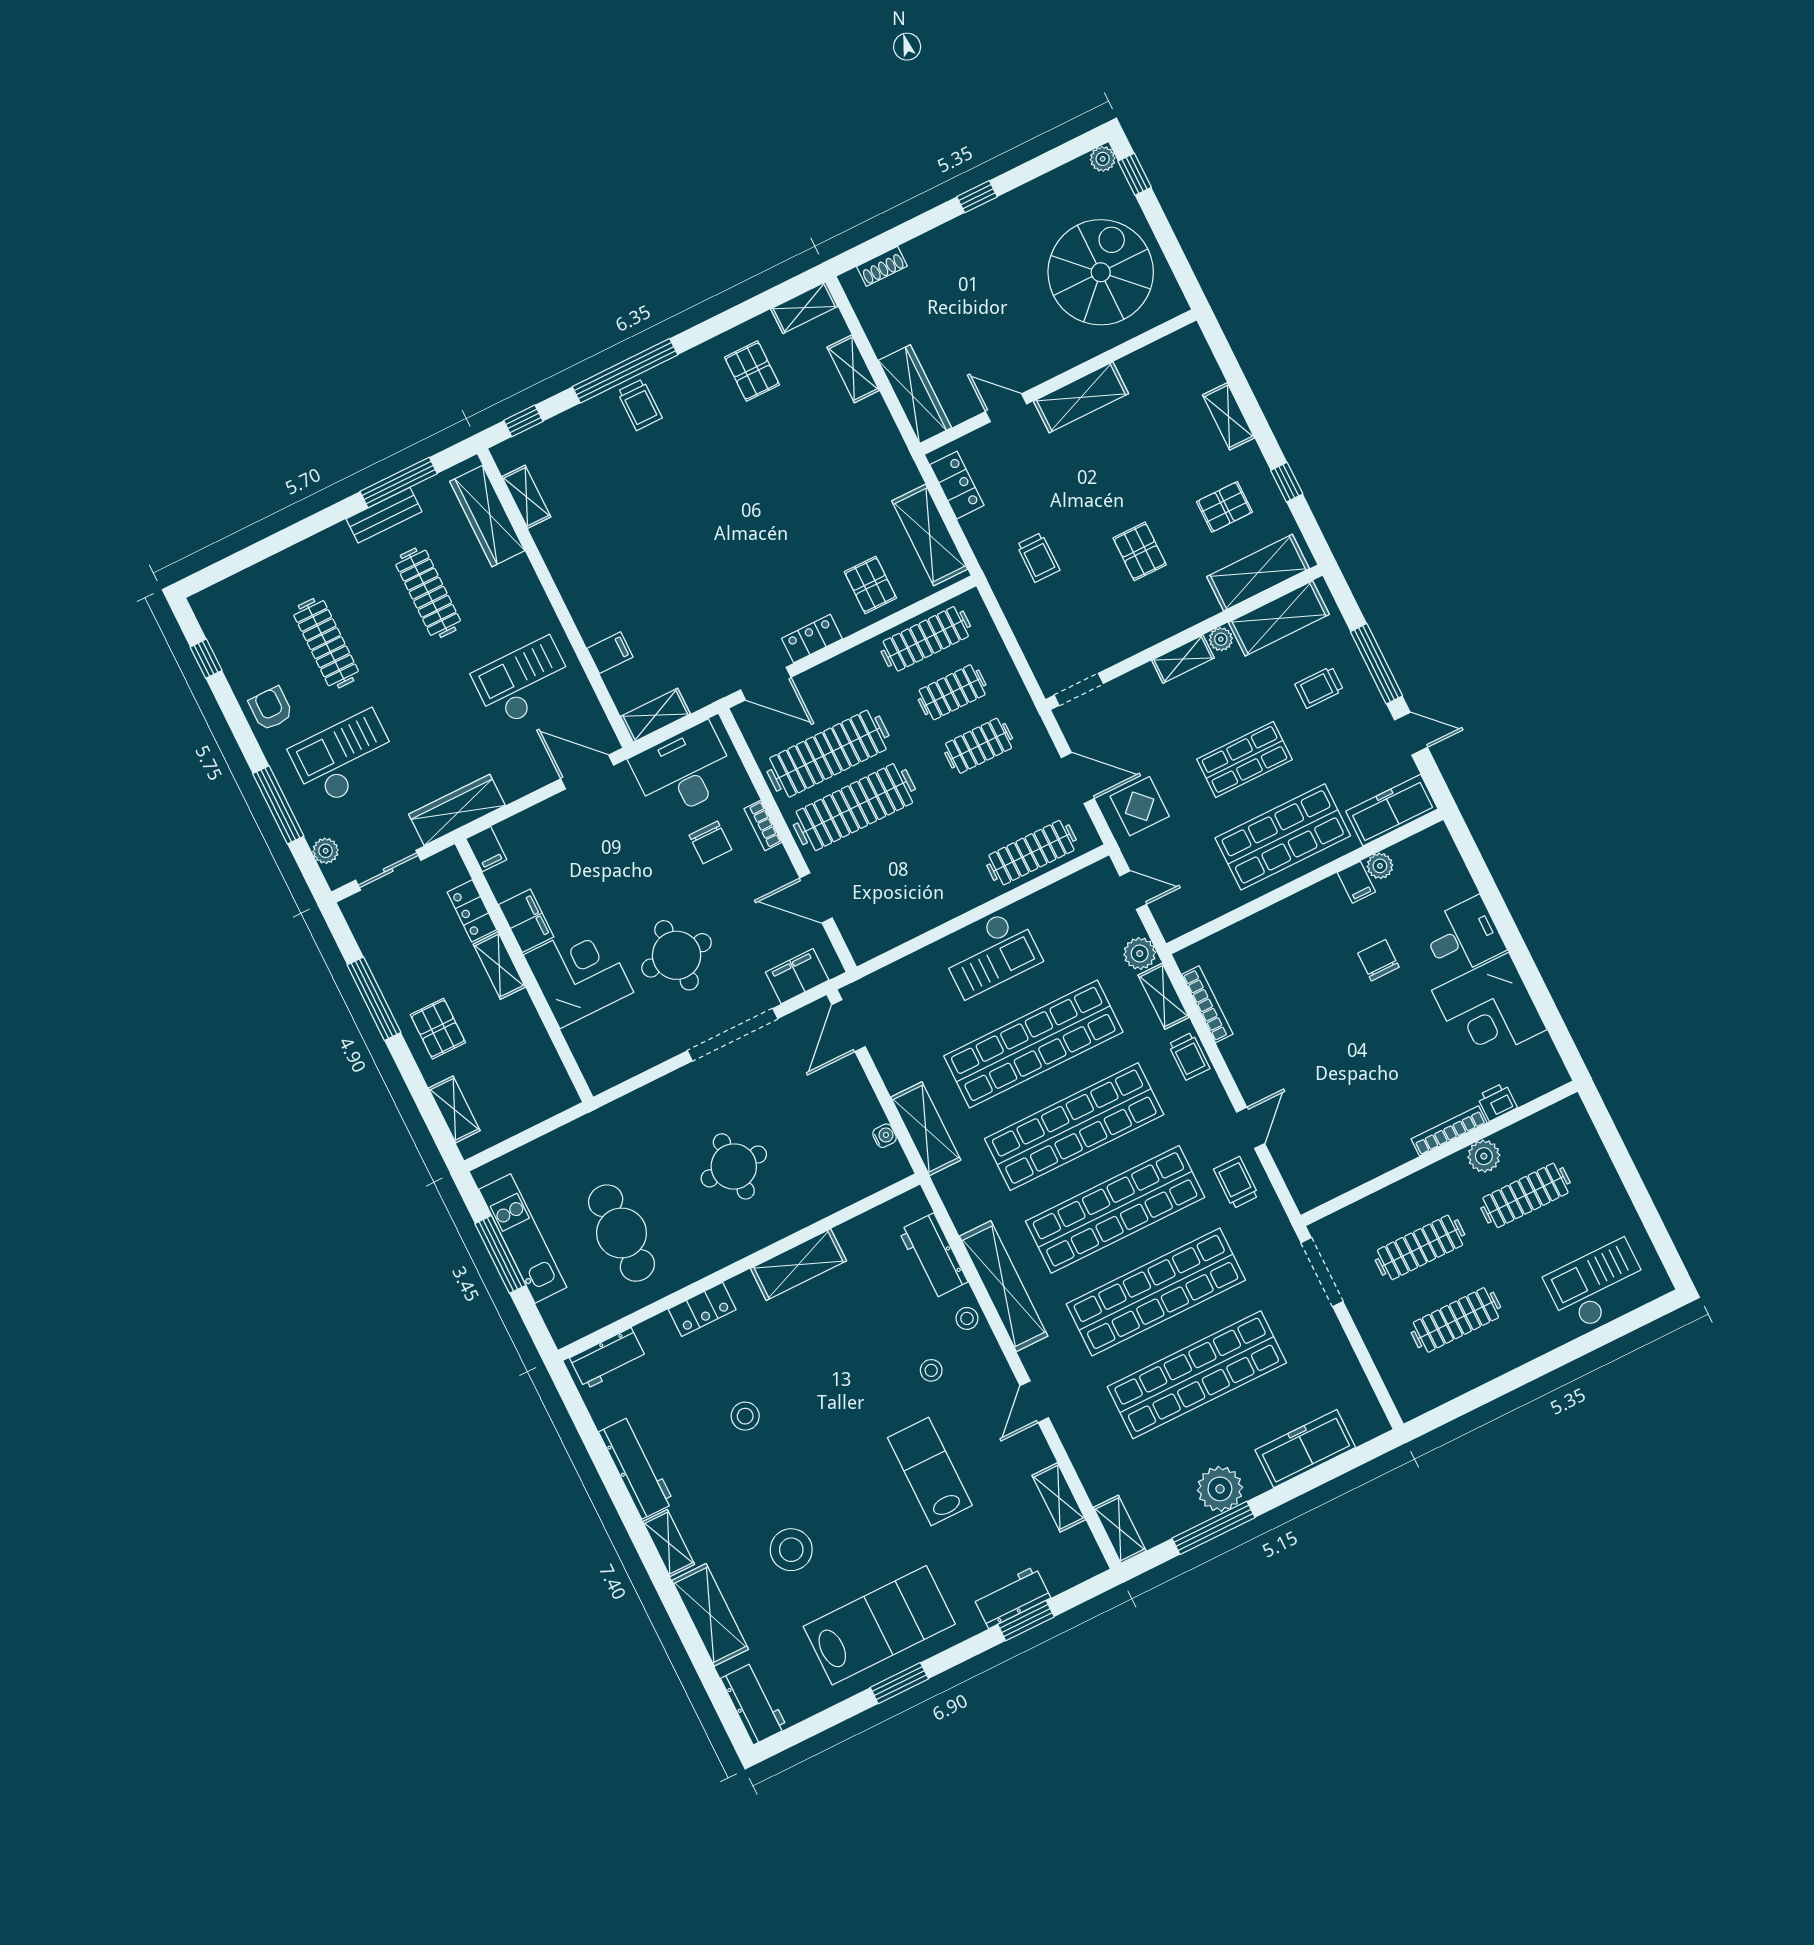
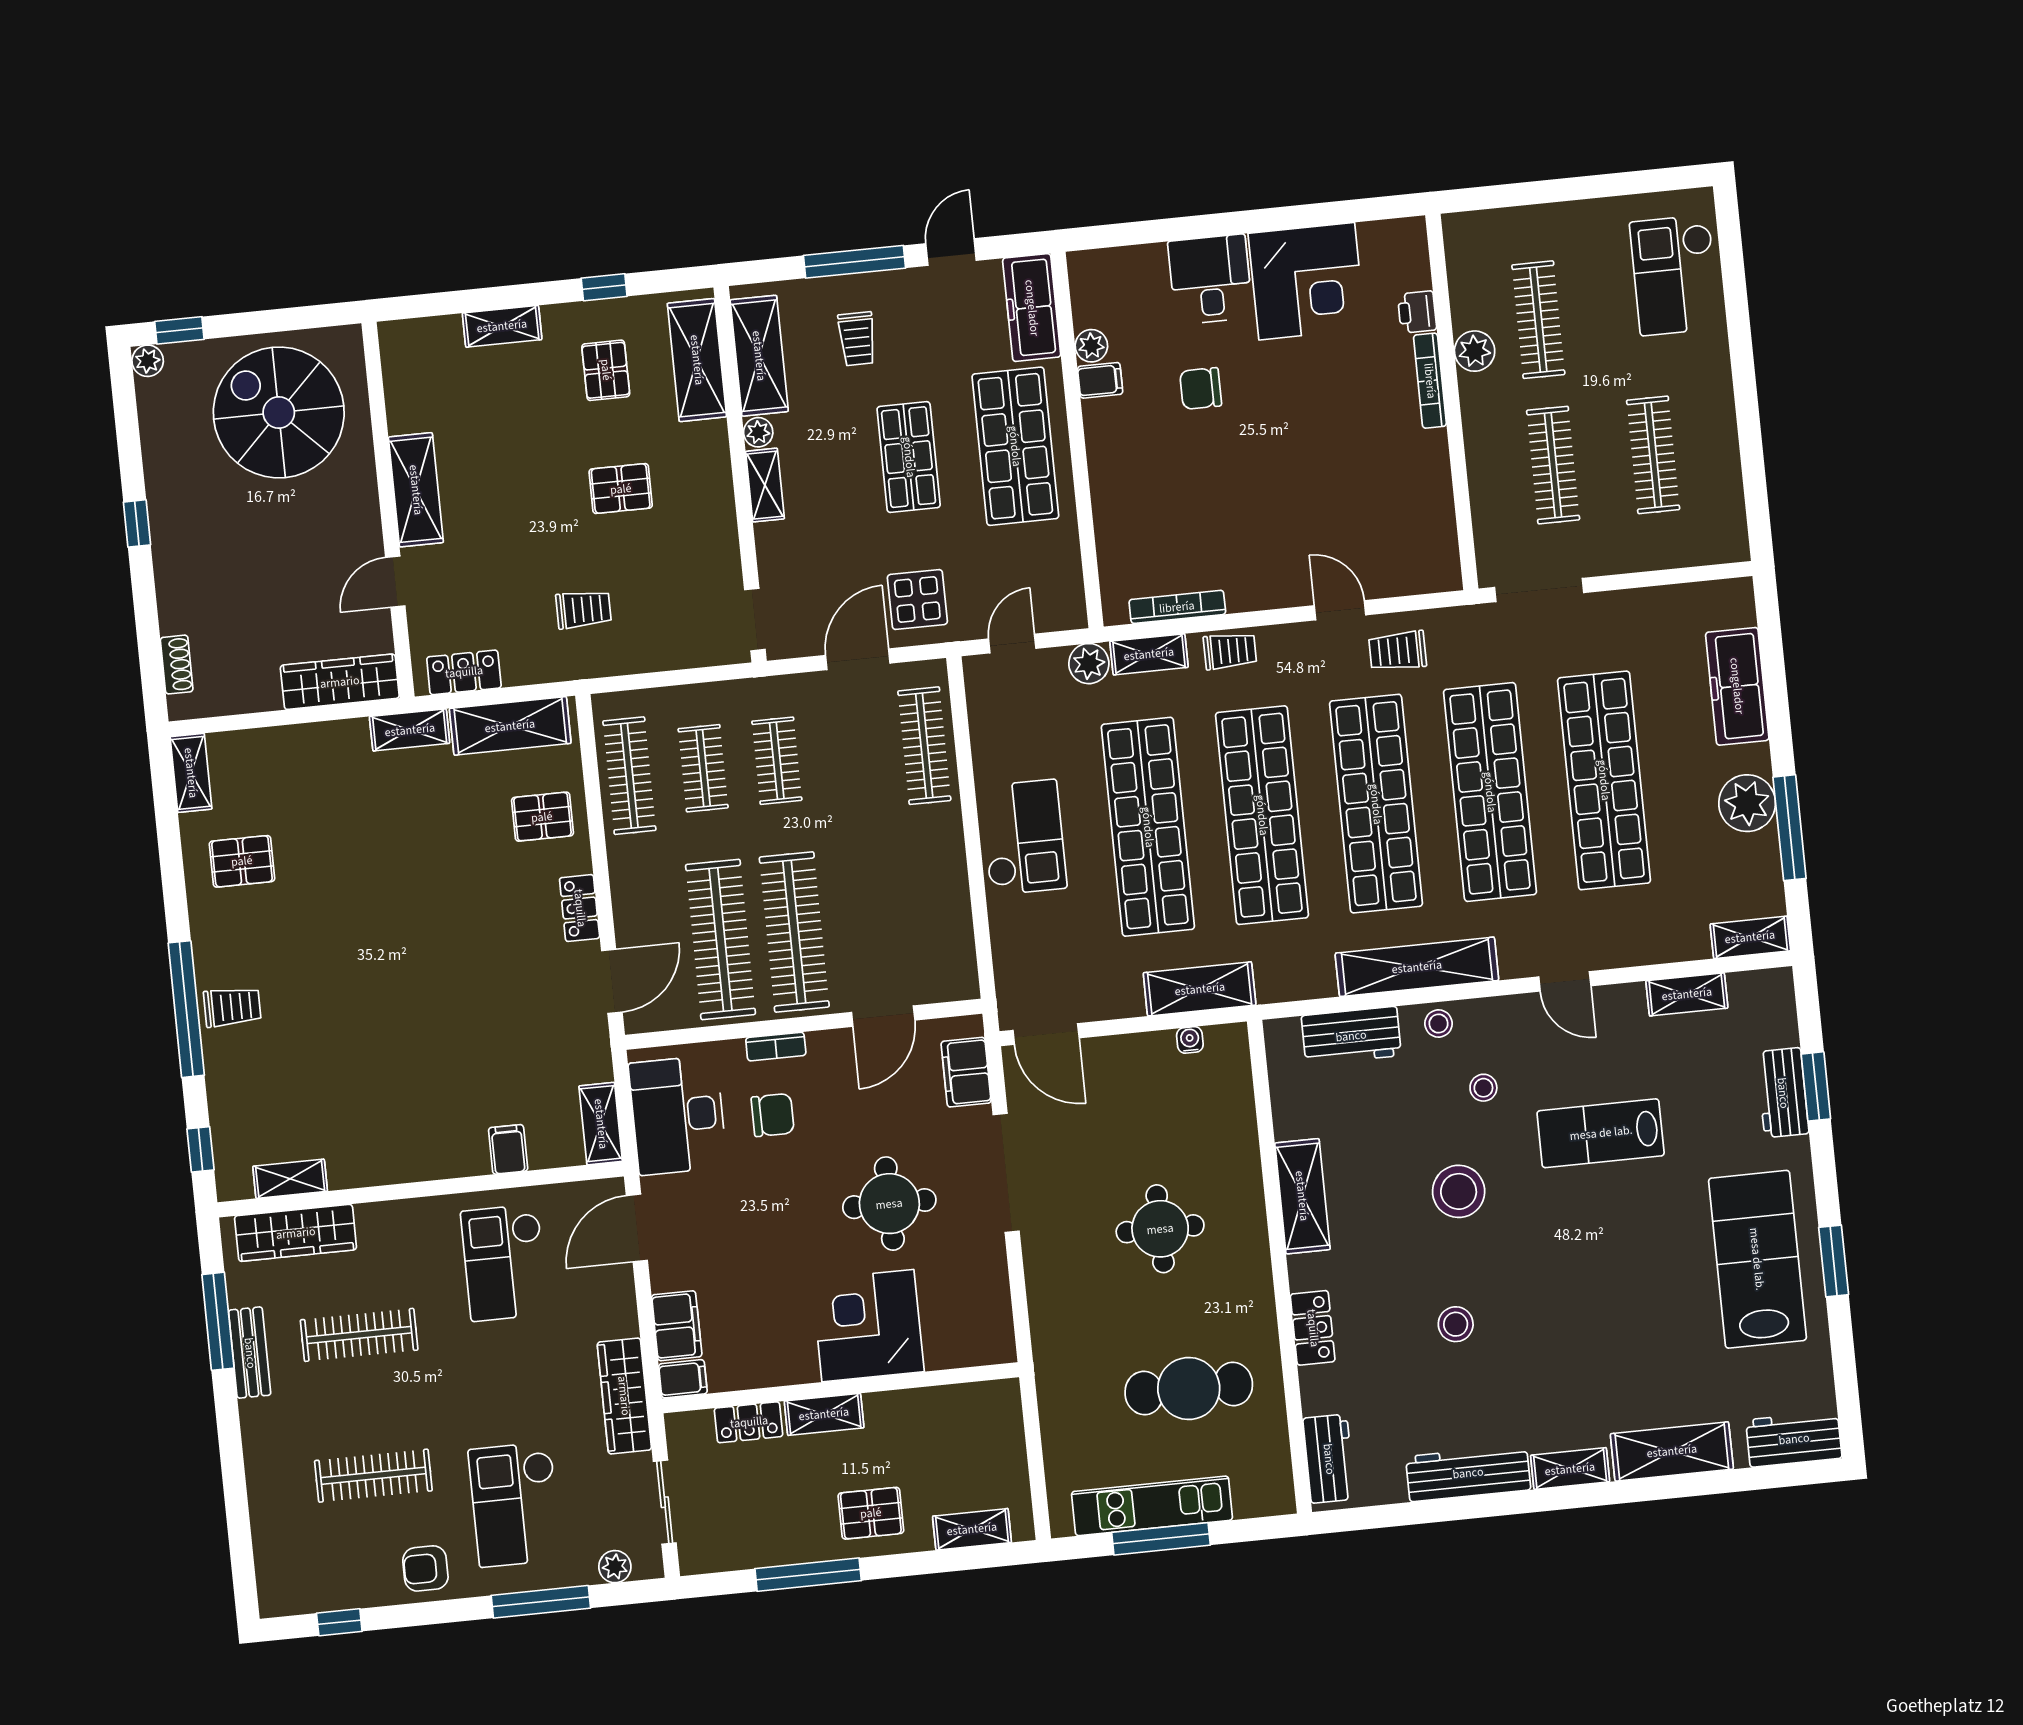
shelving: (853, 369) -> (410, 730), moved
filing cabinet: (526, 921) -> (677, 1326), moved, turned 90
stool: (791, 1550) -> (1459, 1191), moved

